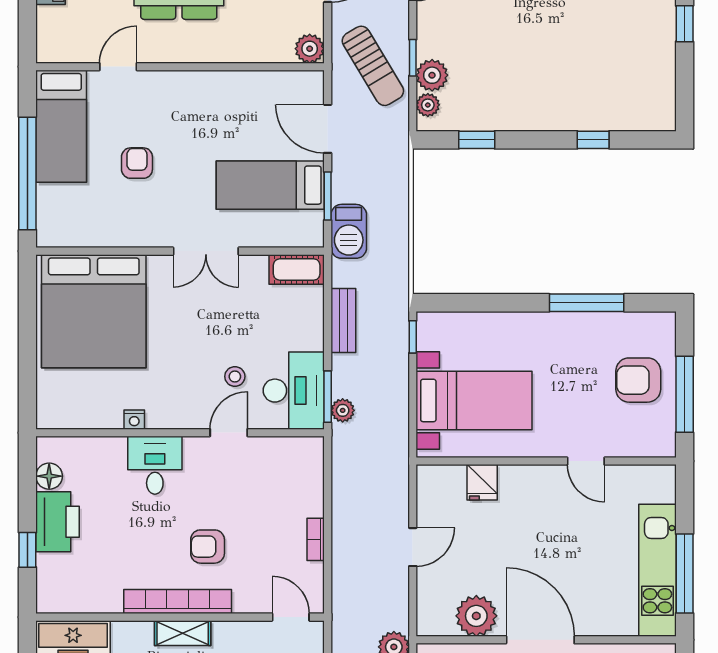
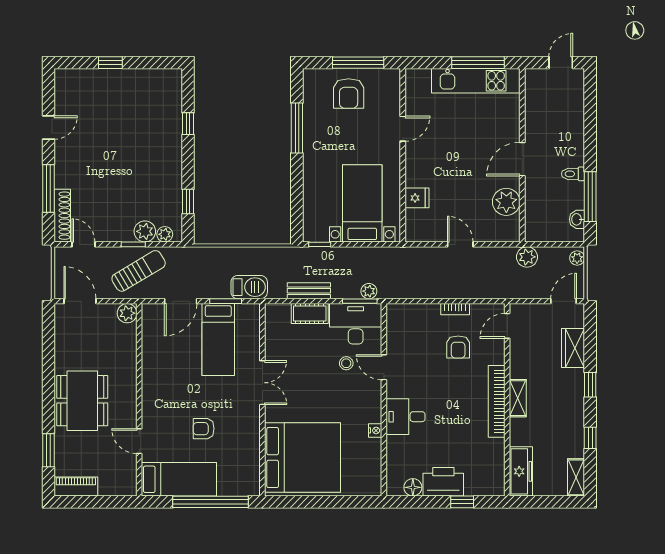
cot: (297, 269) -> (310, 314), moved, turned 90
armchair: (208, 547) -> (458, 347), moved
door: (540, 640) -> (522, 159), width x0.73

